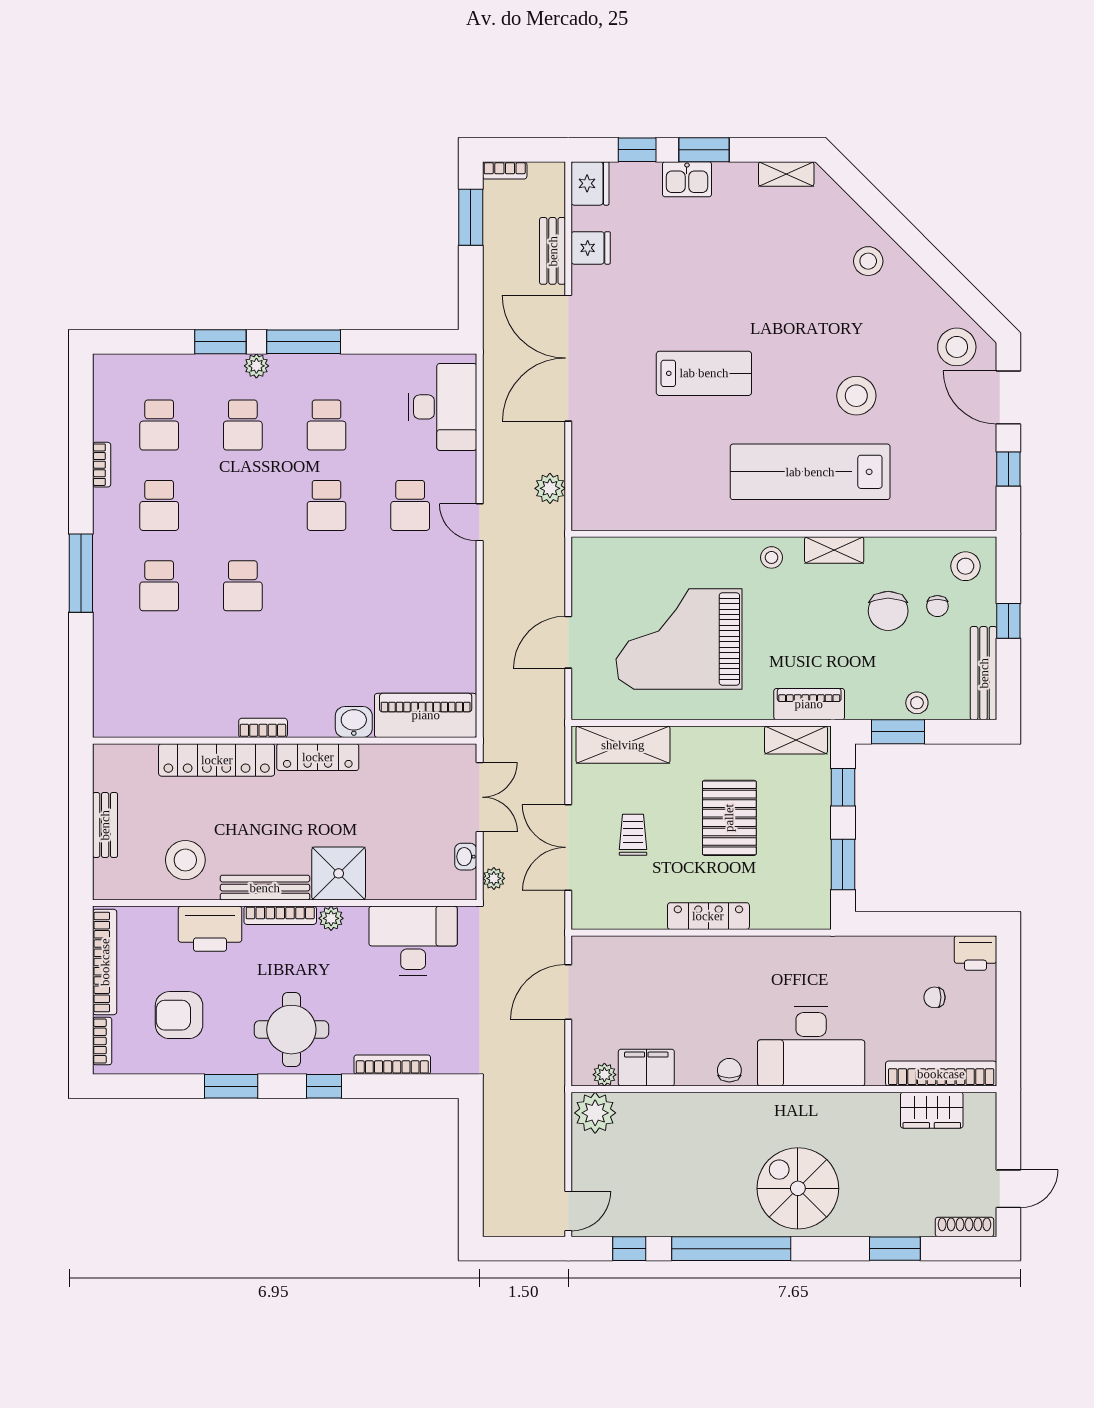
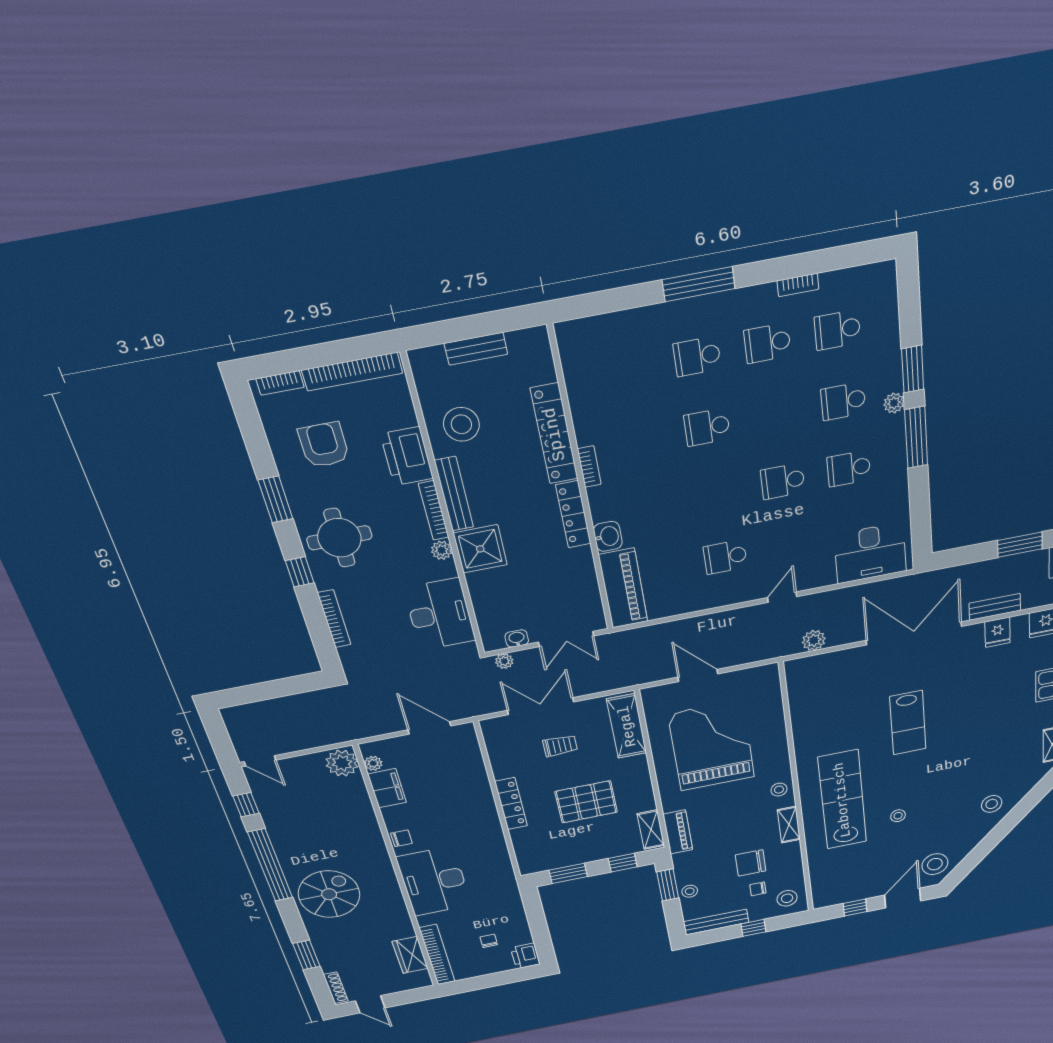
stool: (856, 396) -> (898, 816), width x0.53, depth x0.53
school desk: (410, 505) -> (725, 557), moved

